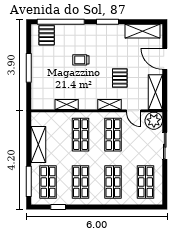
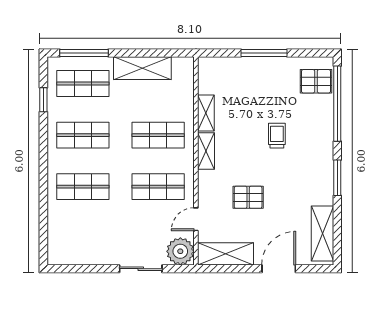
shelving: (110, 105) -> (206, 151), moved
shop shelf: (146, 182) -> (83, 238), removed

